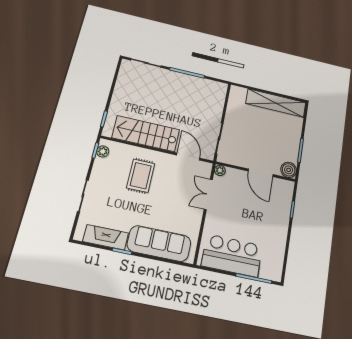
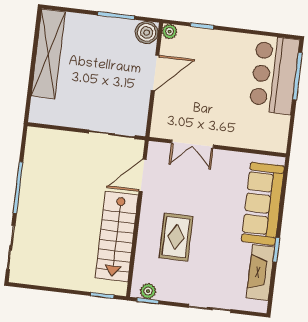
plant: (220, 170) -> (170, 32), moved
rug: (141, 176) -> (176, 237), turned 90
bar counter: (232, 256) -> (274, 75), moved

